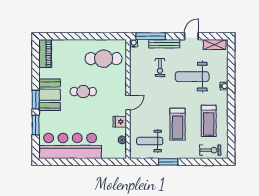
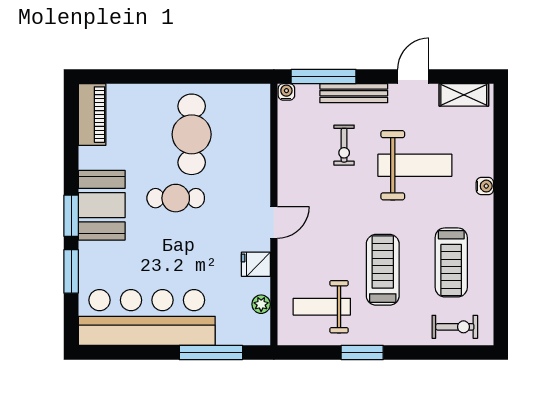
cafe table: (104, 59) -> (192, 134), moved, turned 90
weight bench: (192, 77) -> (415, 165), turned 180
treadmill: (178, 124) -> (383, 270), turned 180
window: (99, 162) -> (211, 353), added

